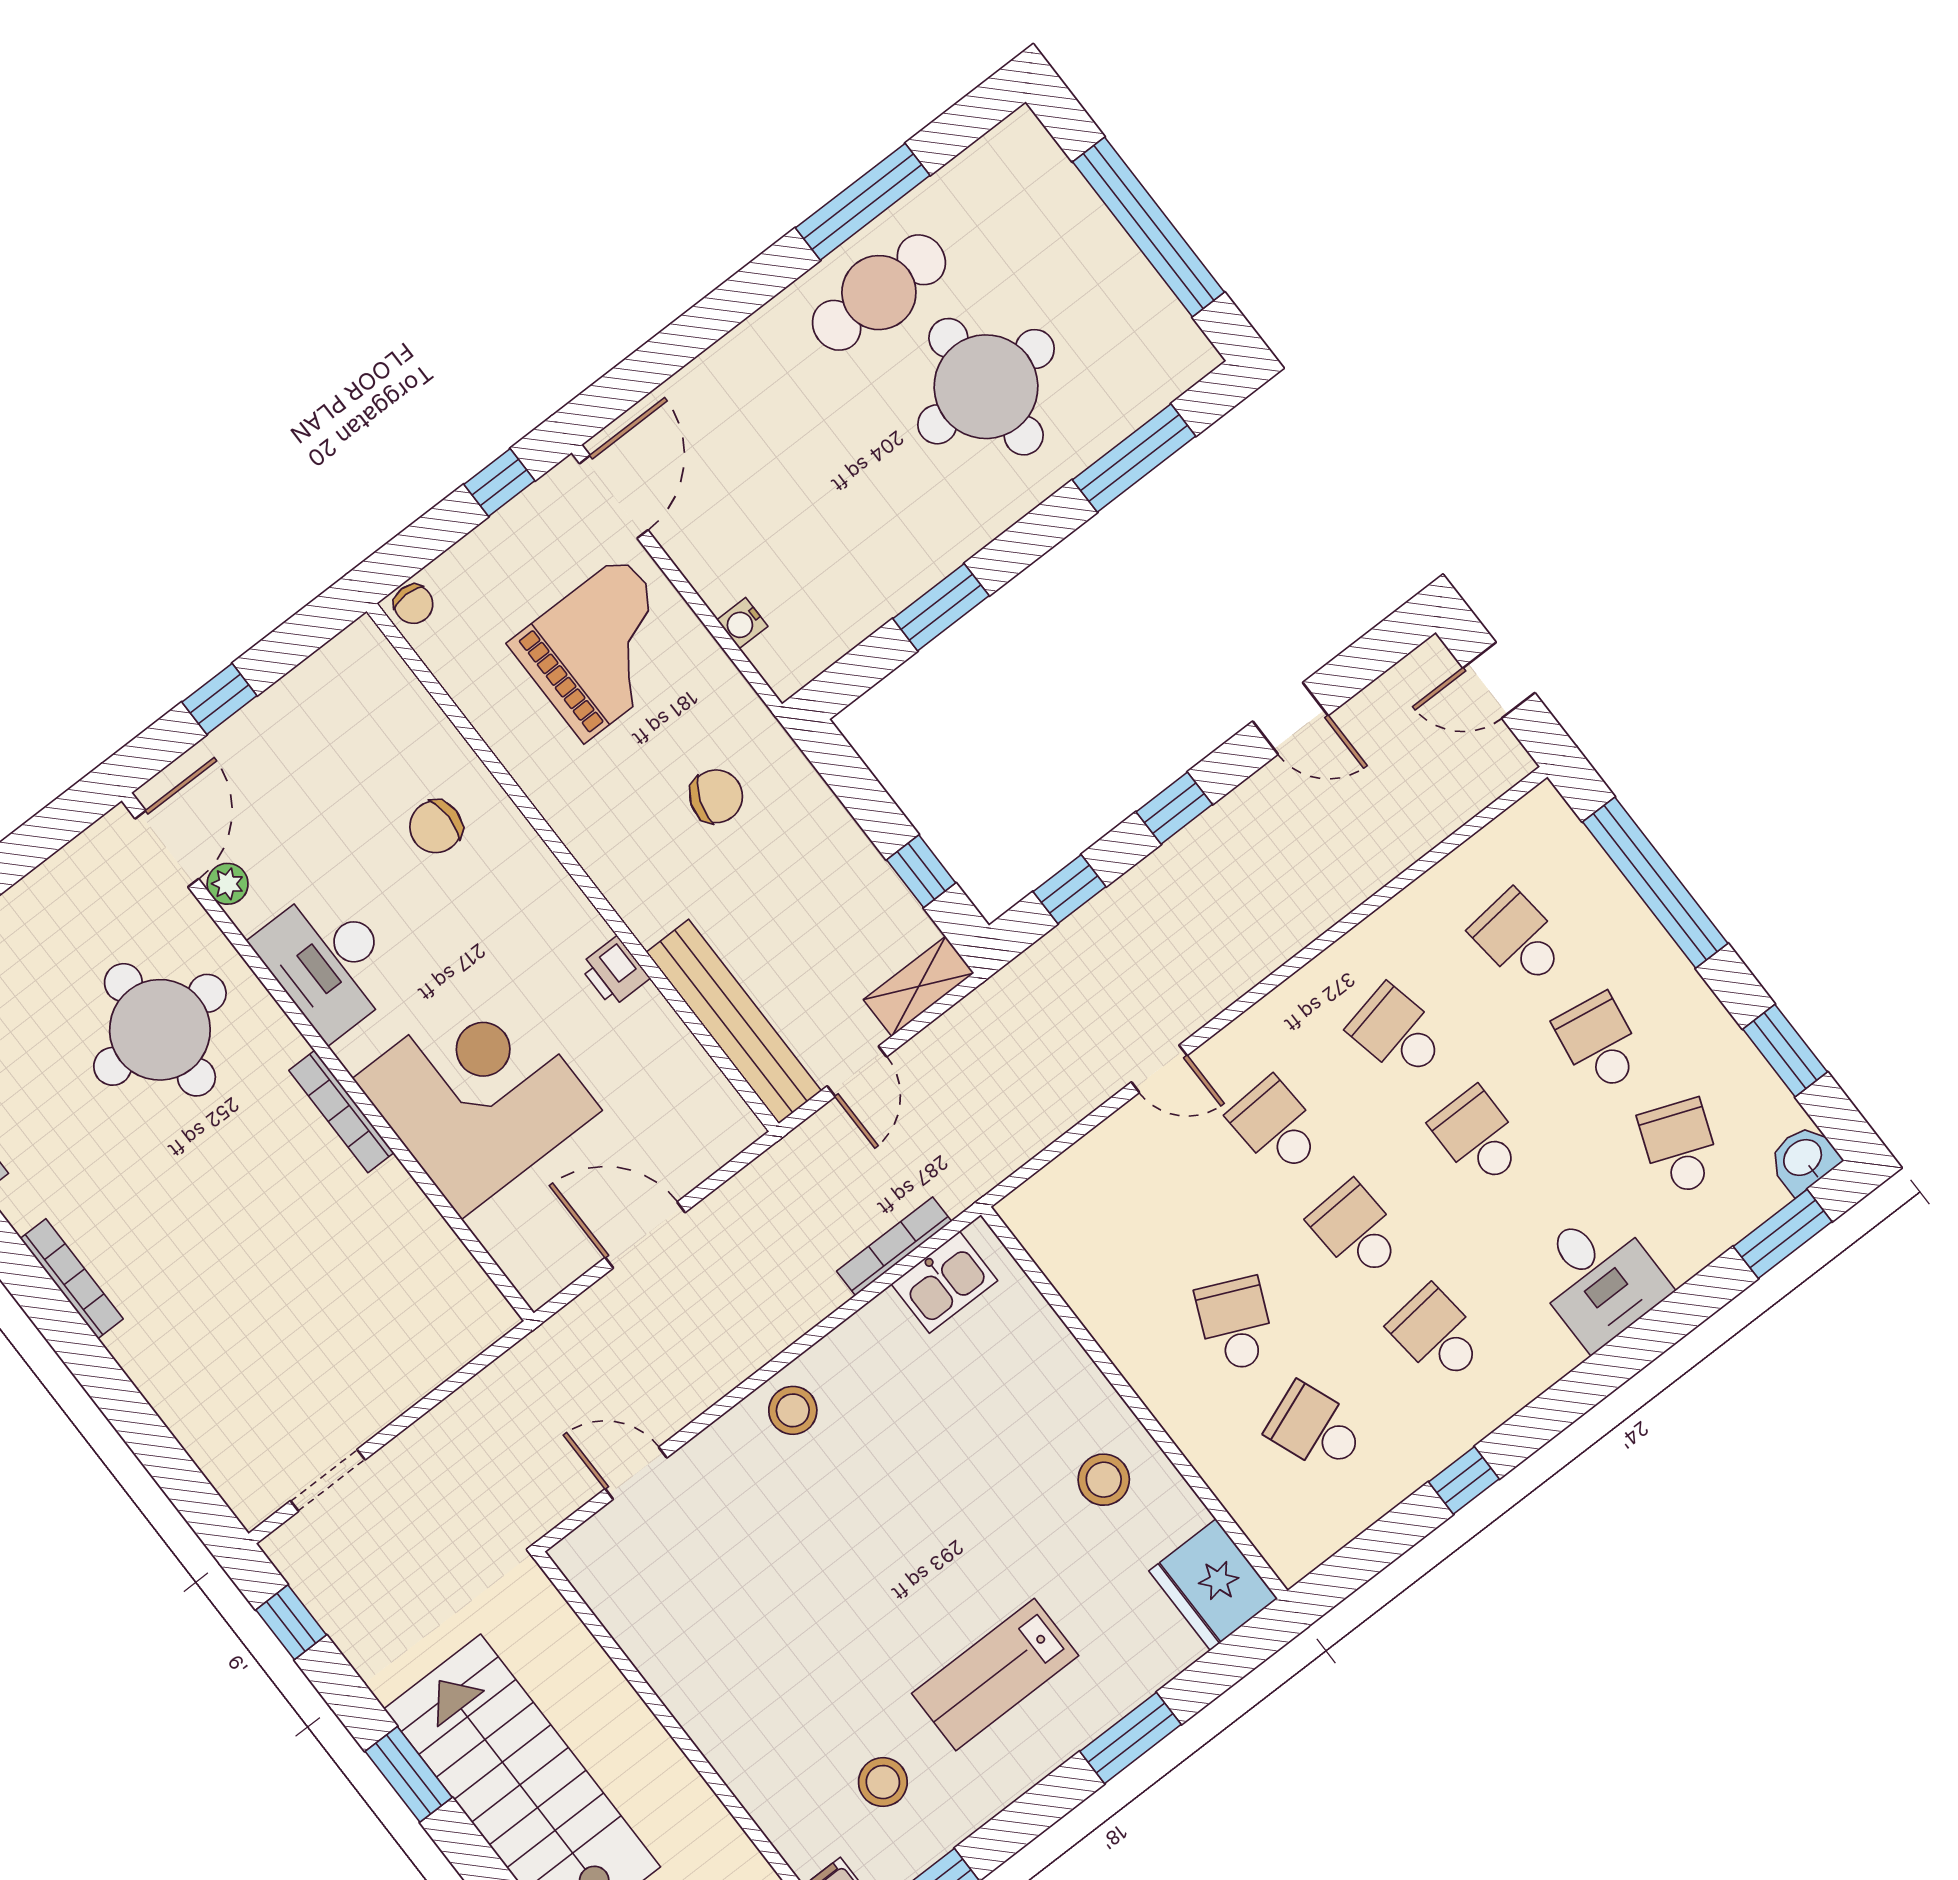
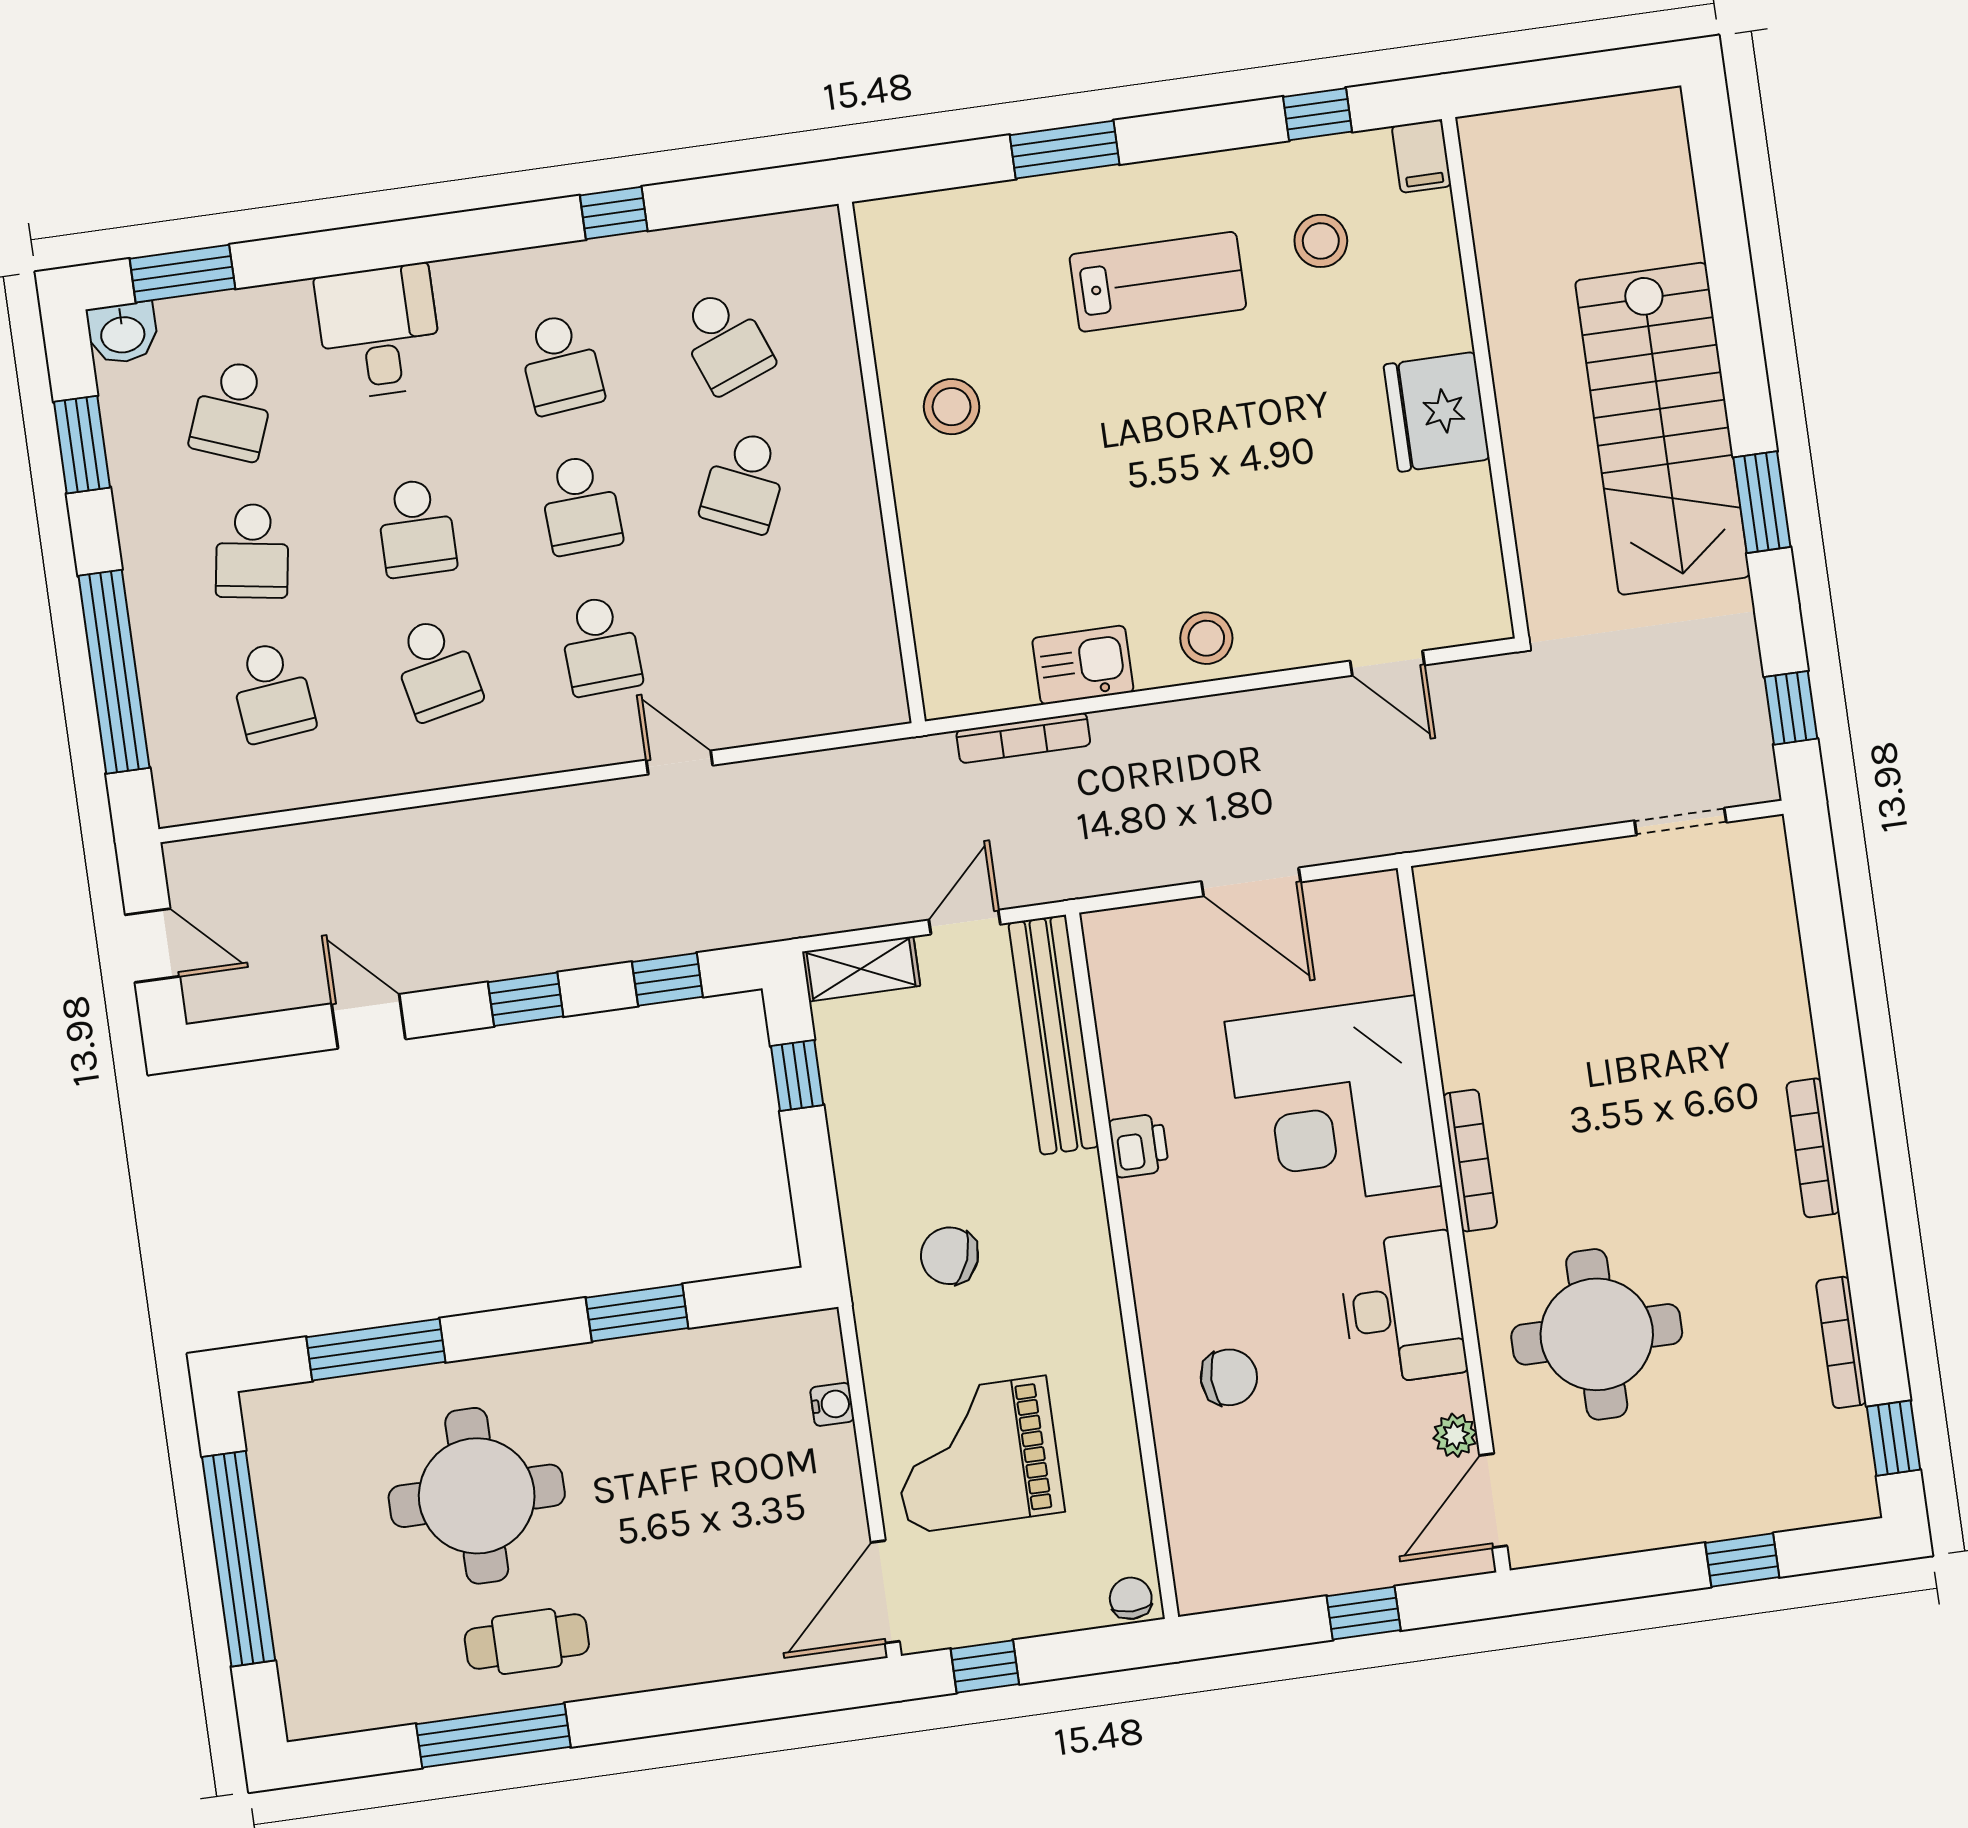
cafe table: (879, 293) -> (527, 1642), width x0.73, depth x0.74
kitchen sink: (944, 1282) -> (1083, 665), moved
fridge: (1213, 1585) -> (1437, 412), moved, turned 180

